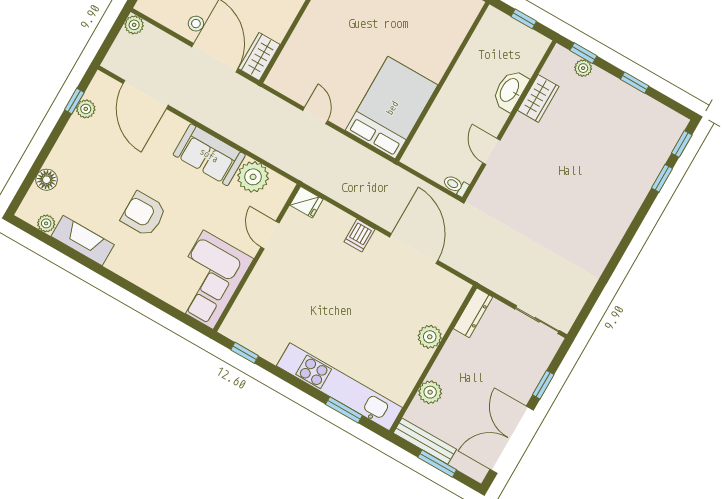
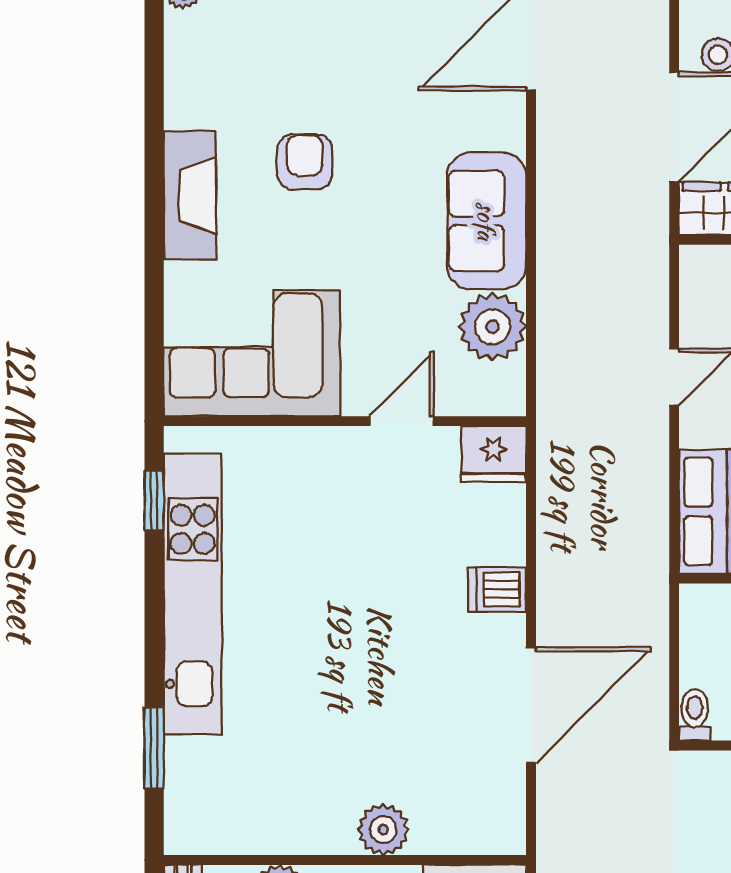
fridge: (306, 202) -> (494, 454), width x1.38
armchair: (144, 214) -> (305, 162), width x0.72, depth x0.72
fireplace: (83, 240) -> (190, 195), moved
kitchen unit: (340, 387) -> (193, 594), moved

